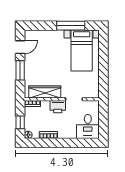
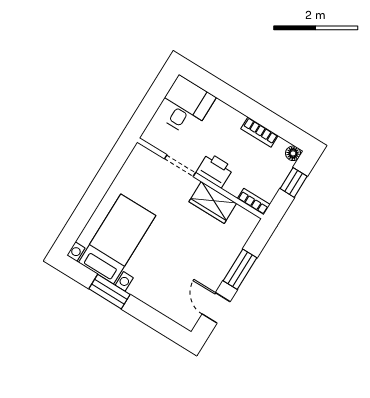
window: (71, 26) -> (109, 292), width x0.69
door: (20, 47) -> (216, 308), hinge flipped
wardrobe: (45, 92) -> (213, 202), width x0.67

